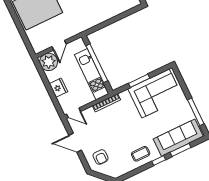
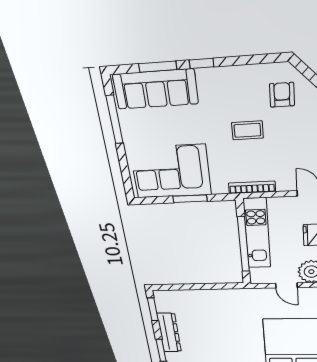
door: (59, 45) -> (286, 285), swing flipped
coffee table: (141, 154) -> (247, 130), moved
armchair: (101, 157) -> (282, 95), moved

